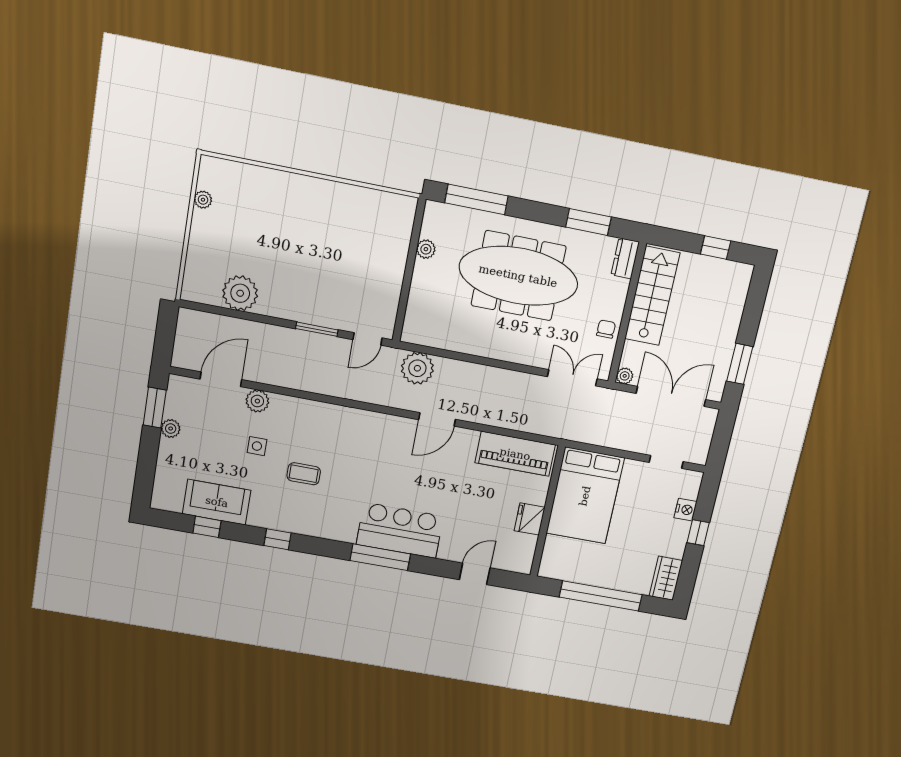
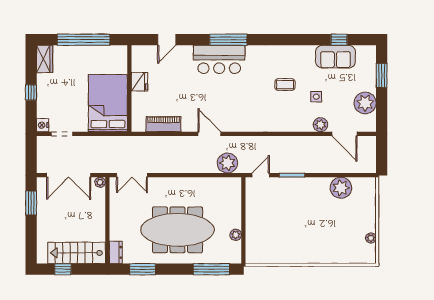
stairs: (652, 296) -> (77, 253), moved, turned 90
chair: (606, 329) -> (118, 208), removed
door: (221, 379) -> (344, 134), hinge flipped
window: (155, 408) -> (382, 75), moved
door: (437, 419) -> (209, 134), hinge flipped
plant: (171, 429) -> (365, 103), width x1.87, depth x1.87
piano: (515, 454) -> (163, 124), width x0.73, depth x0.75
nightstand: (686, 510) -> (43, 125), moved
window: (278, 539) -> (294, 40), removed

